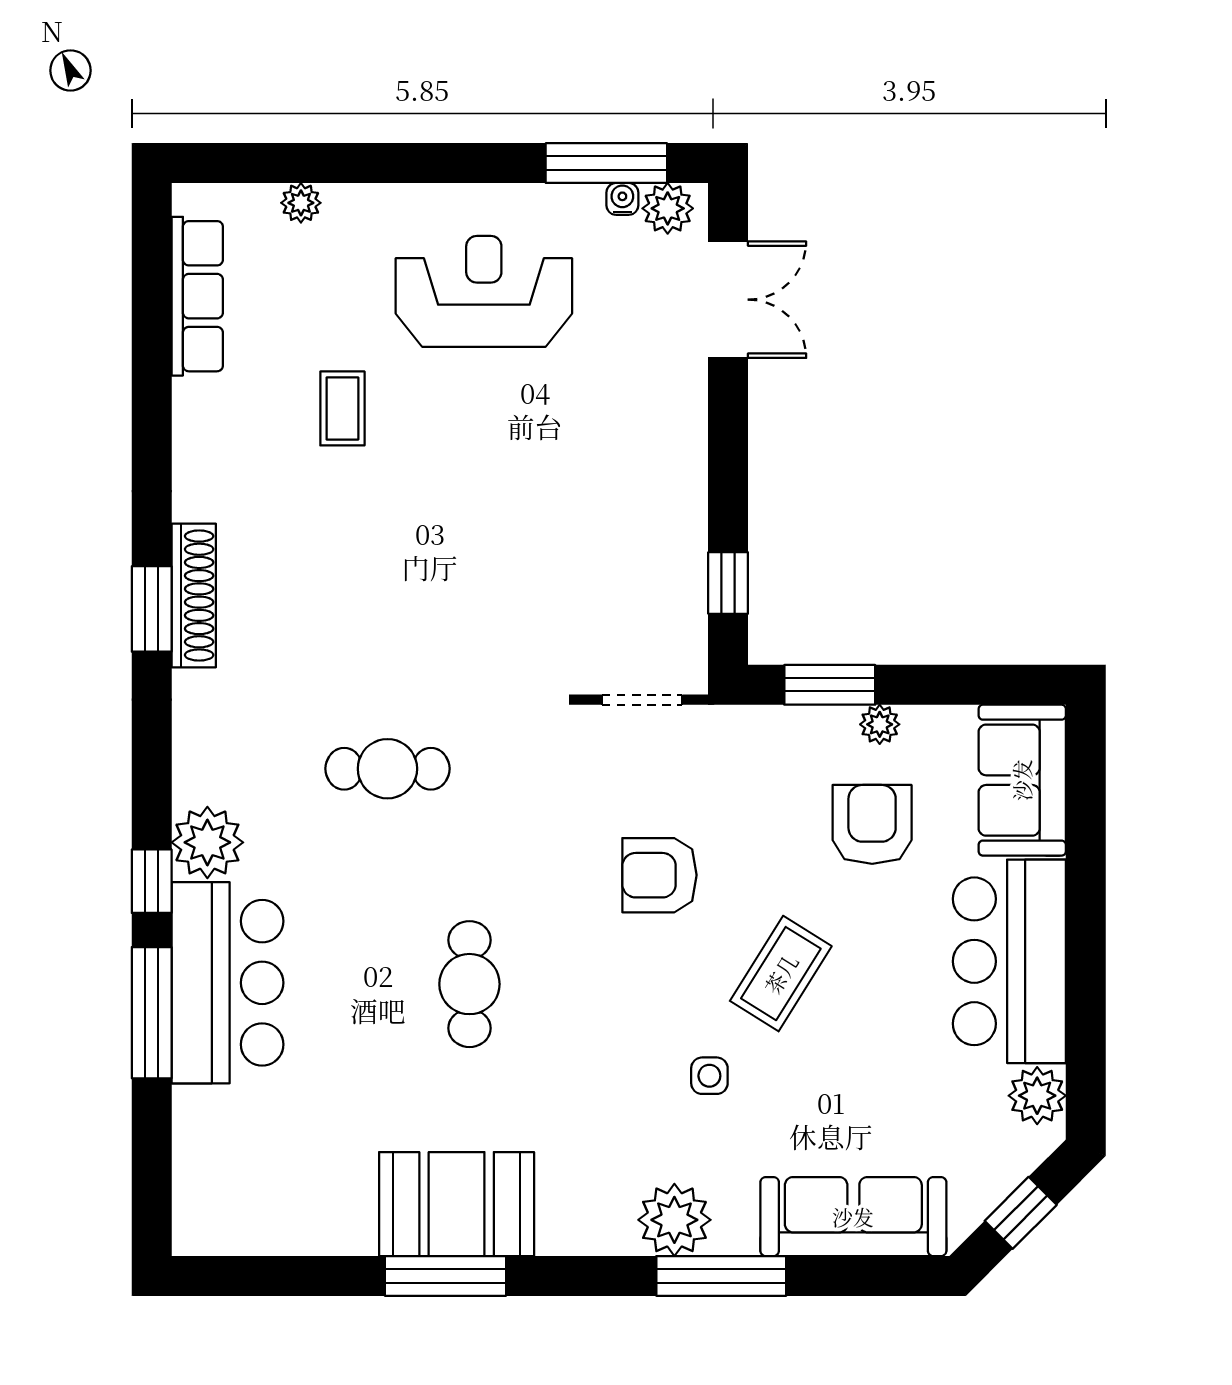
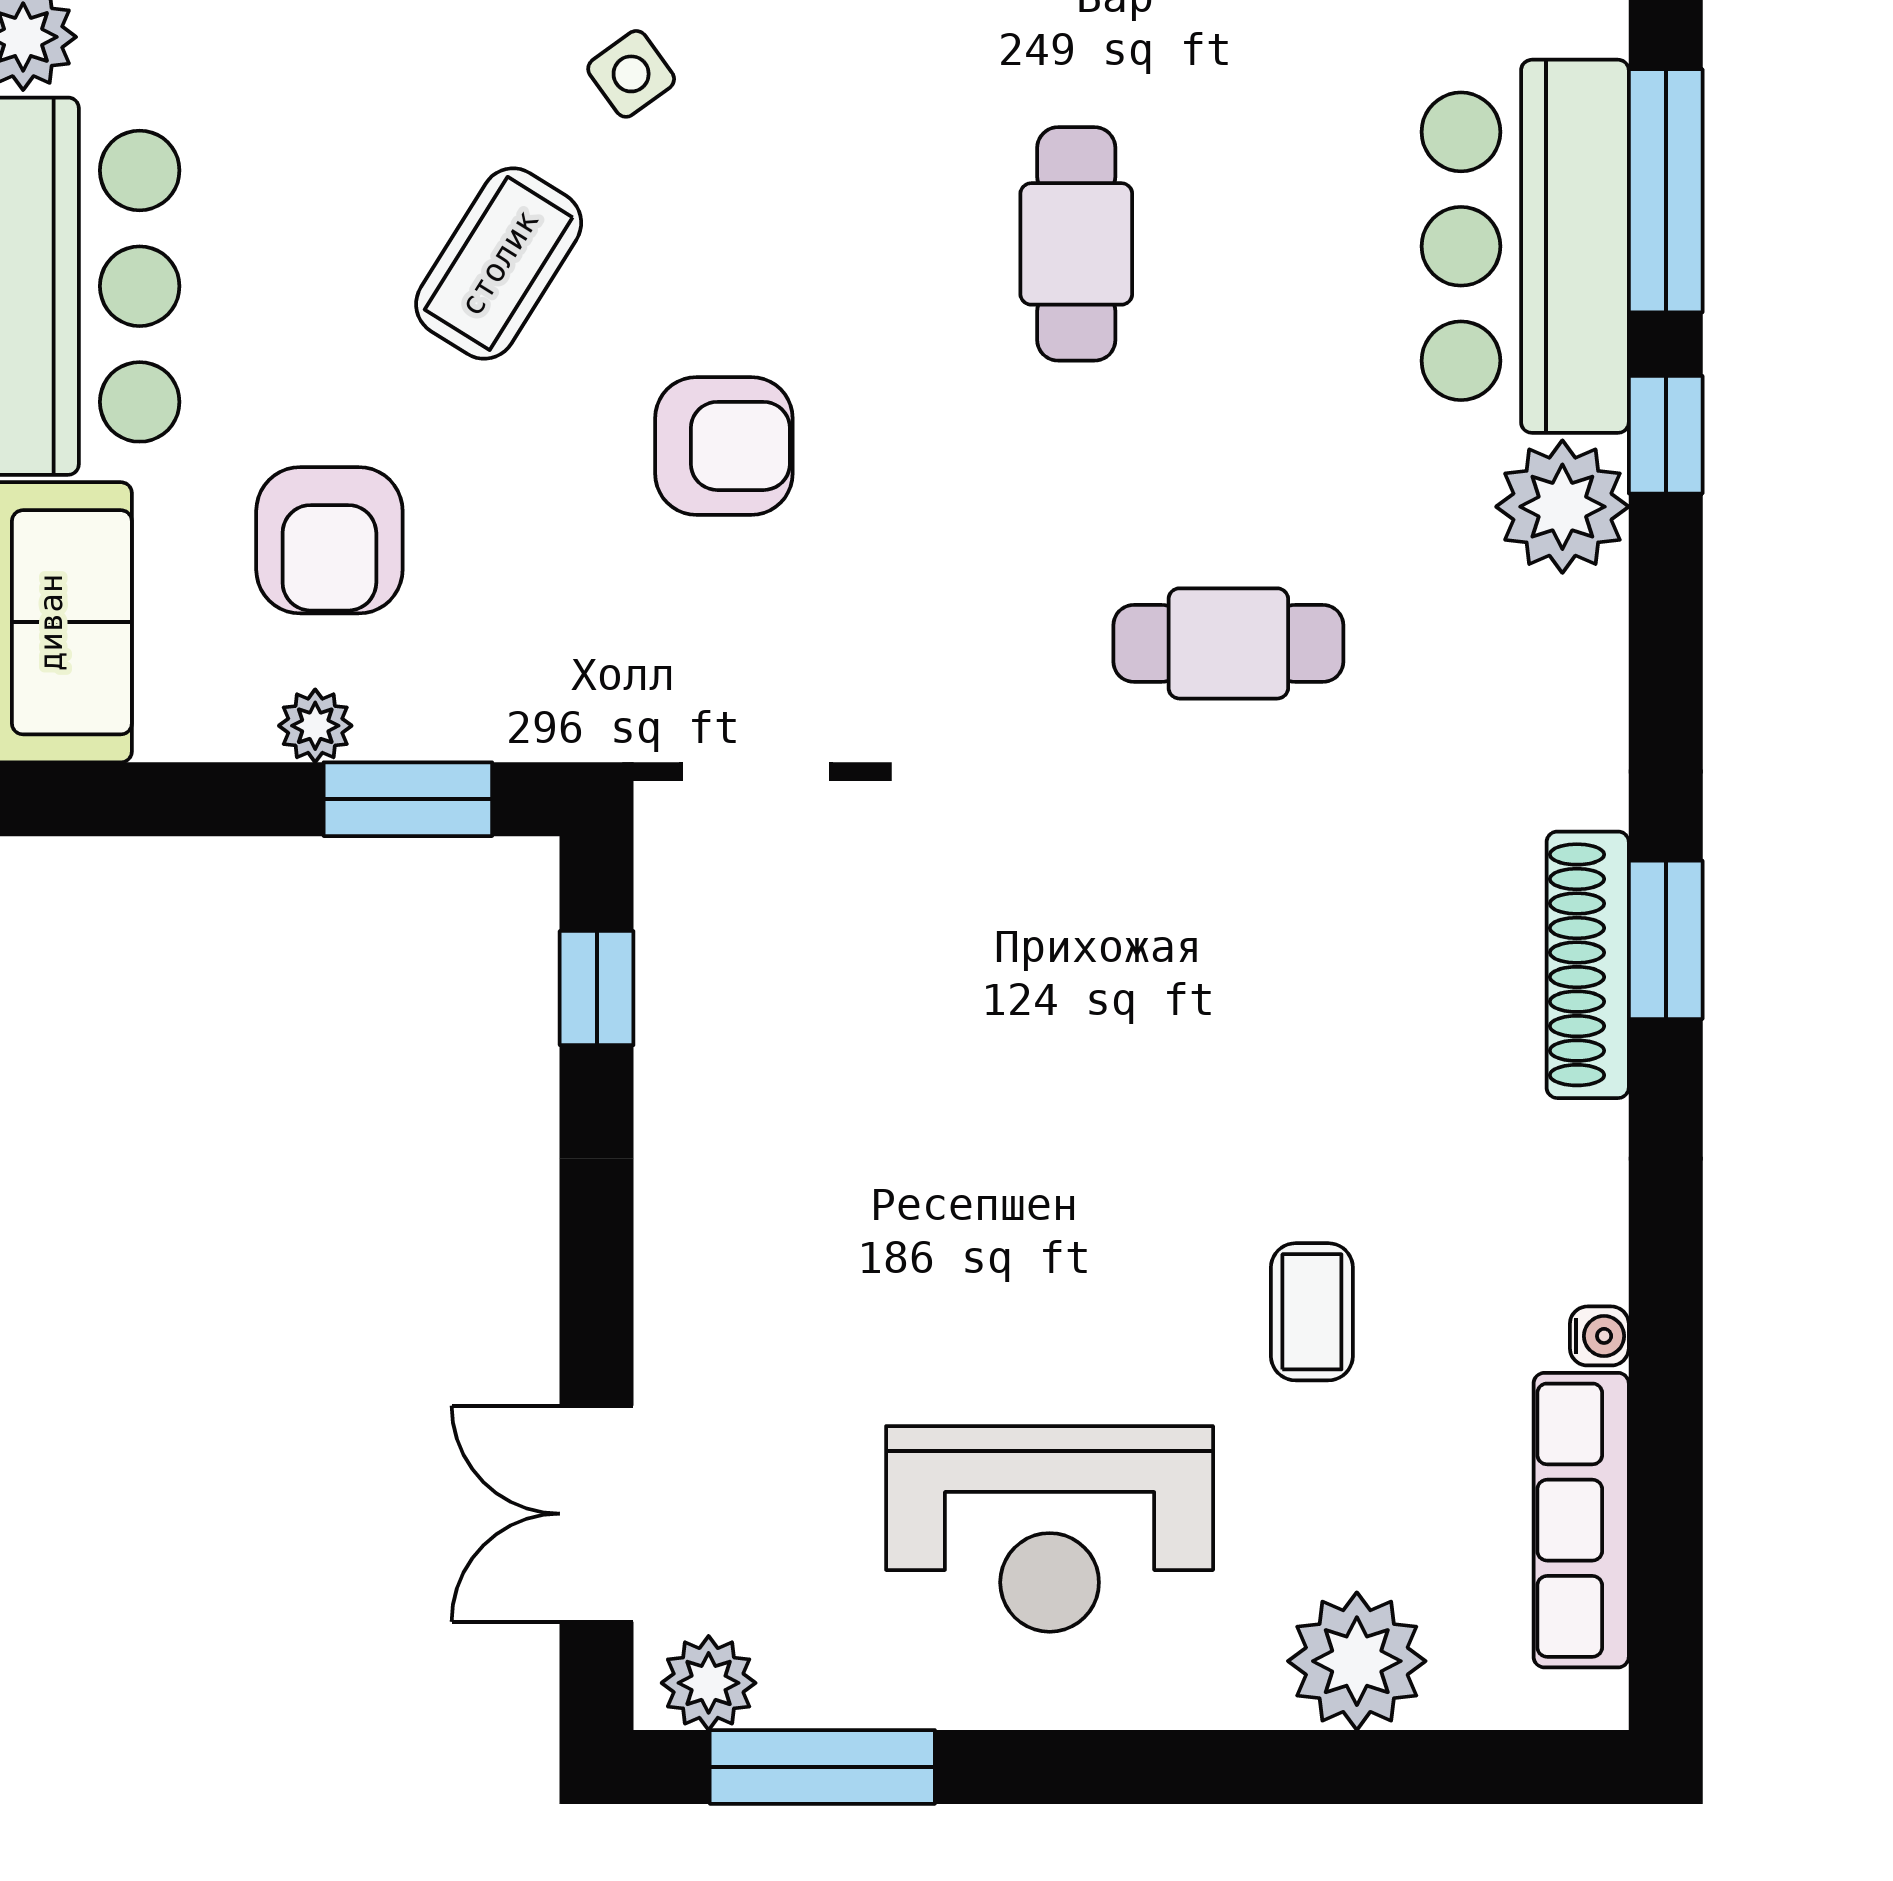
water cooler: (622, 199) -> (1599, 1336), moved, turned -90
plant: (301, 203) -> (1357, 1661), width x1.88, depth x1.88
side table: (709, 1076) -> (631, 74), turned -36

